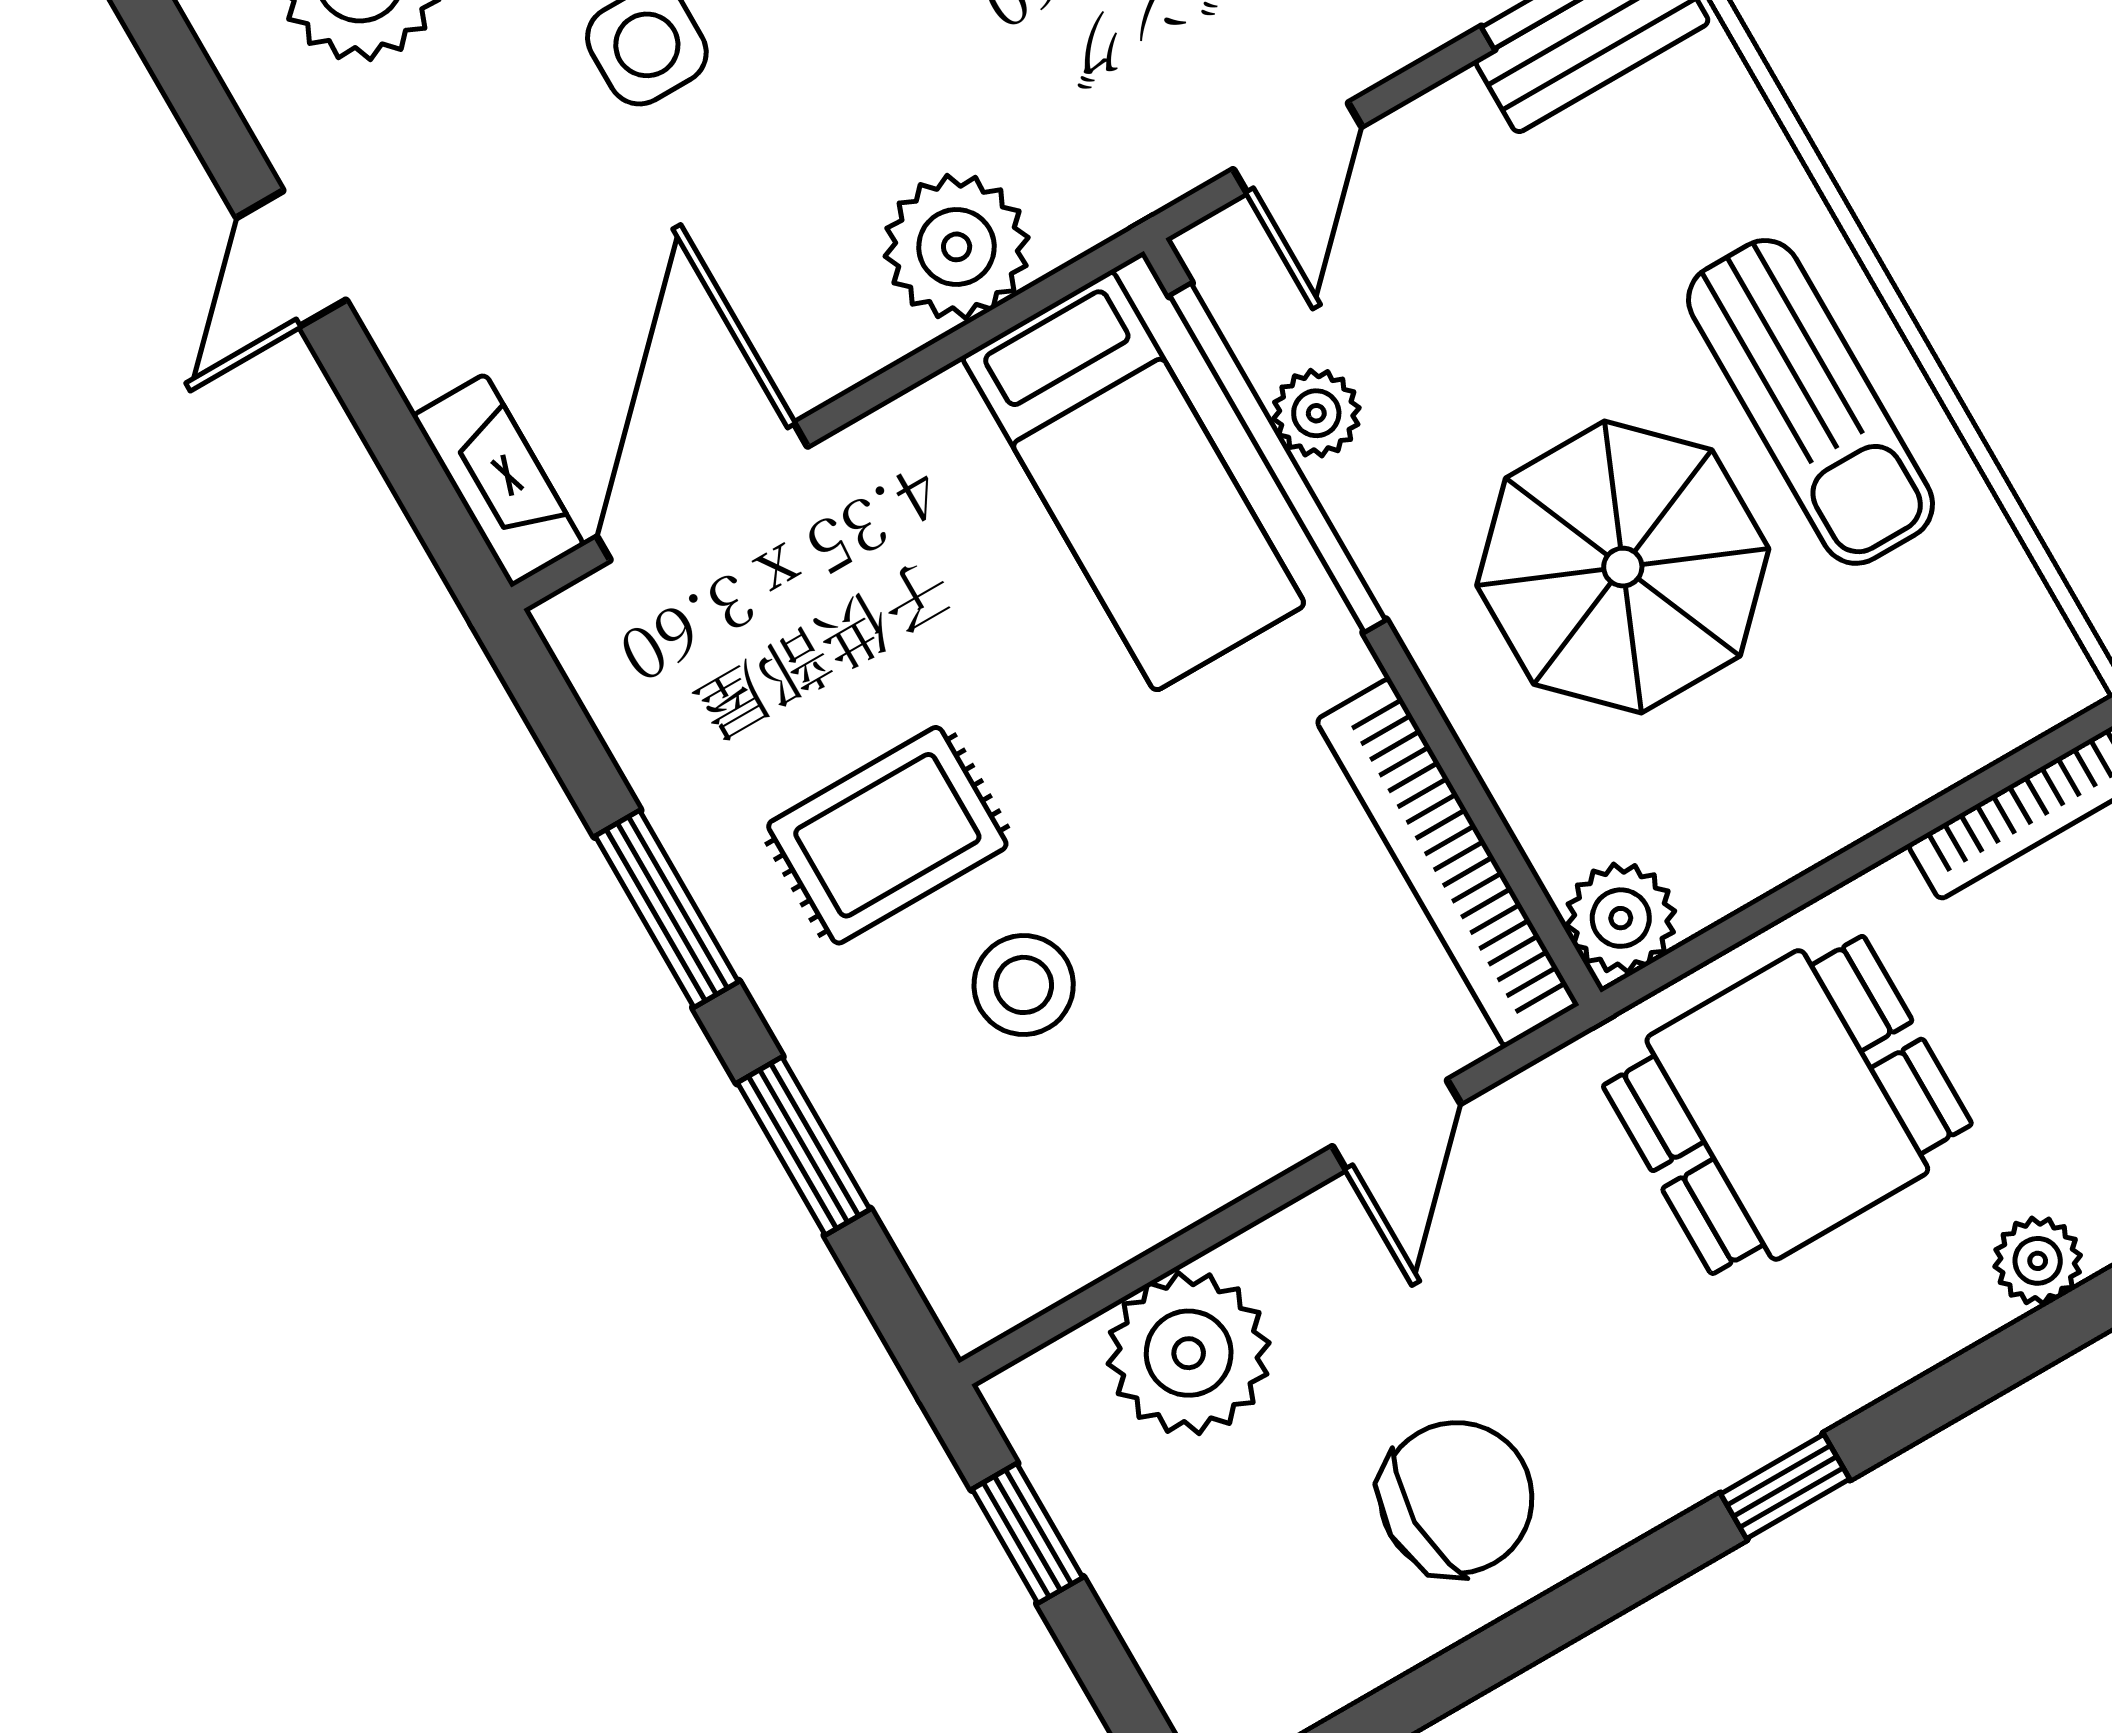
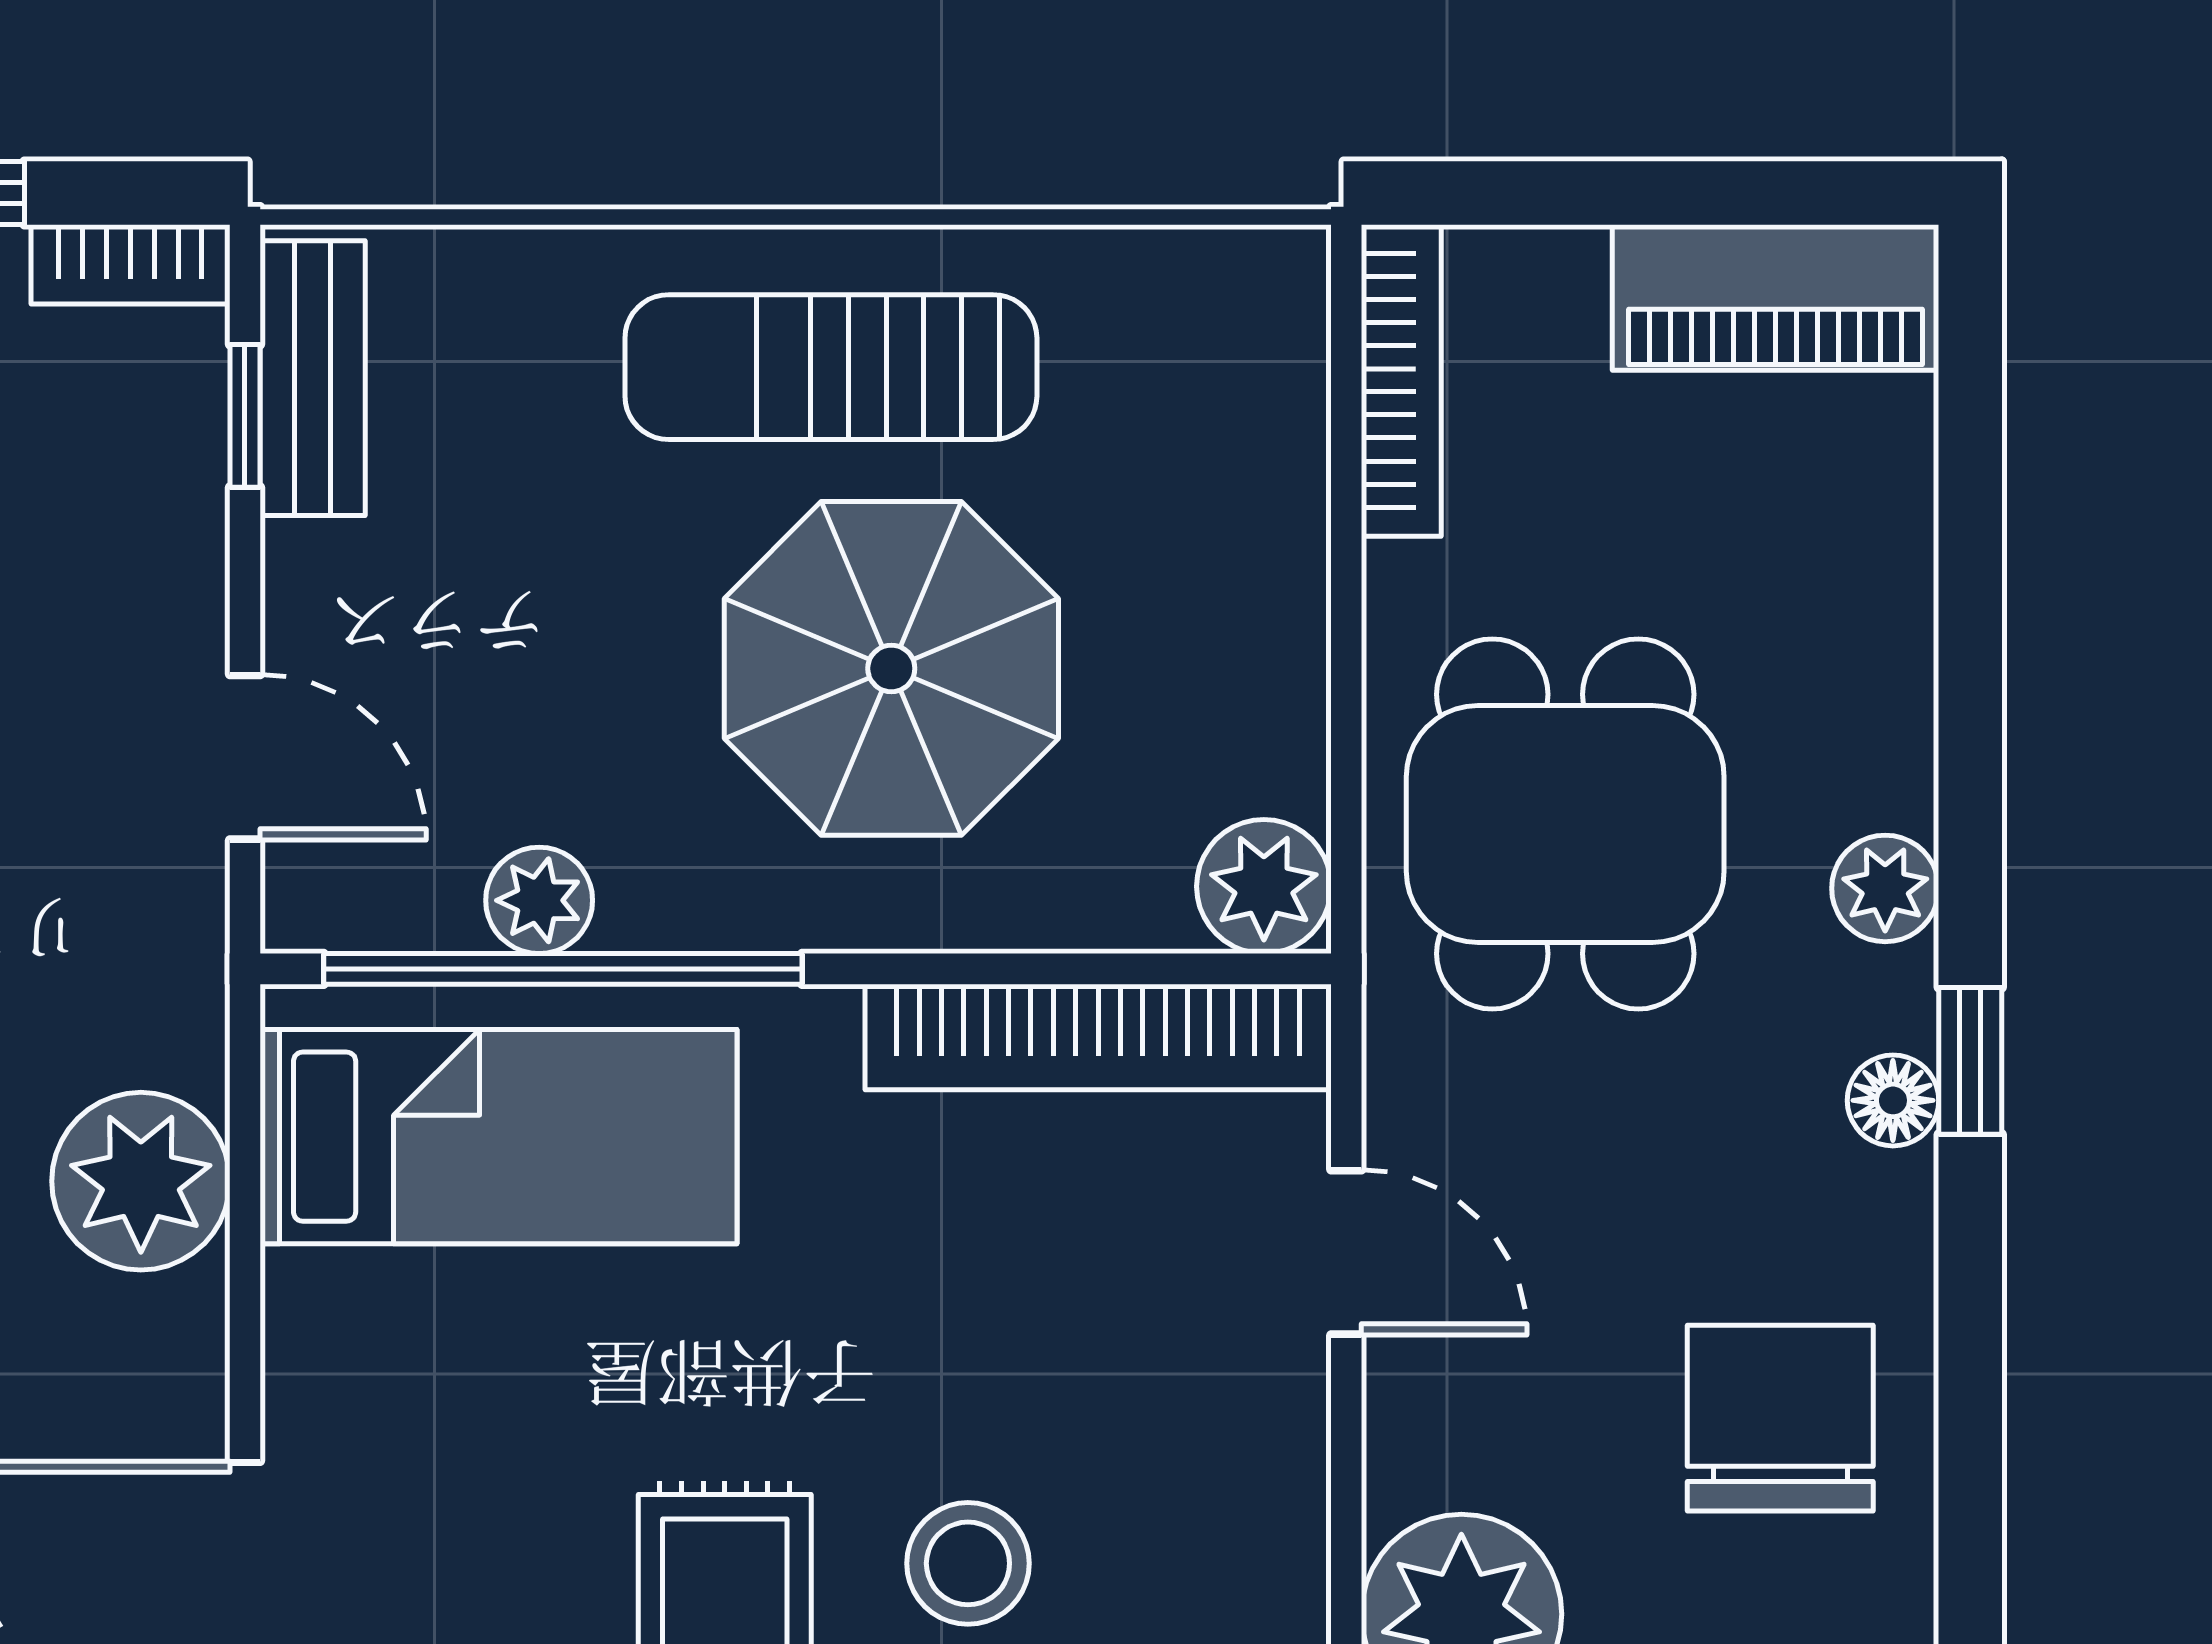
sun lounger: (1811, 402) -> (831, 367), turned 180
plant: (2038, 1261) -> (1885, 888), moved
floor lamp: (1726, 1448) -> (1893, 1100), added

